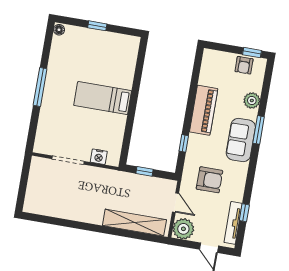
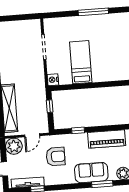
bed: (103, 98) -> (81, 62), moved
nightstand: (99, 157) -> (53, 80), moved
armchair: (209, 180) -> (56, 157), turned -90

